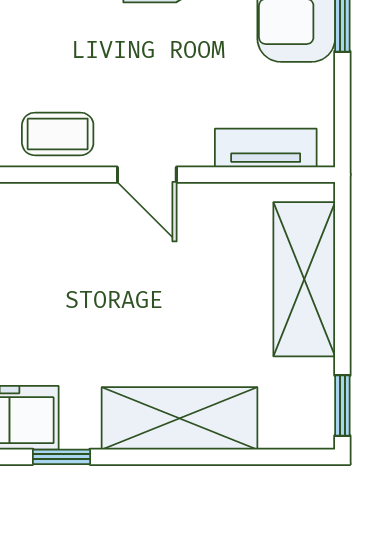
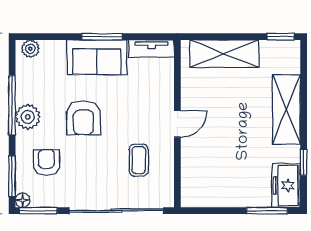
coffee table: (58, 134) -> (139, 160), moved
tv unit: (266, 148) -> (151, 49), moved, turned -90

